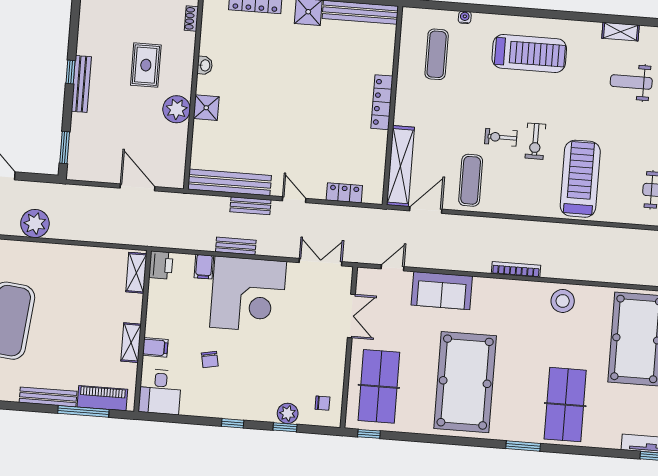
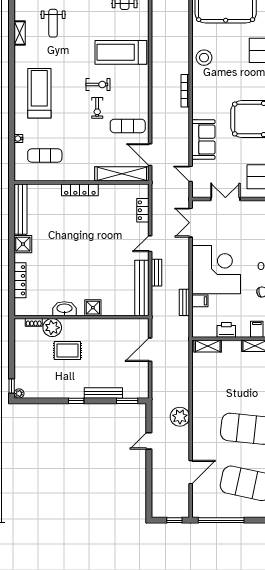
washbasin: (205, 65) -> (64, 309), width x1.91, depth x1.45
bench: (81, 84) -> (103, 393), moved
plant: (177, 109) -> (52, 328), moved
bench: (236, 246) -> (184, 302), moved
printer: (161, 265) -> (226, 330), moved

